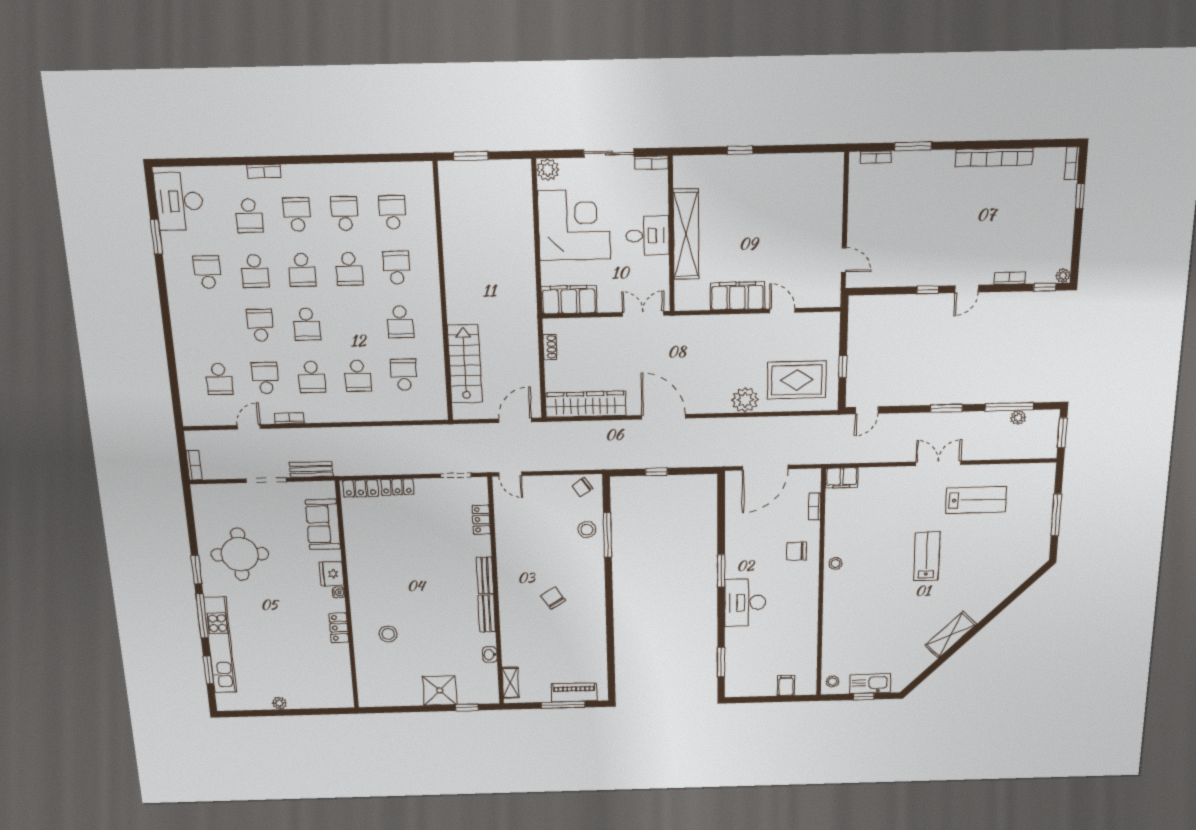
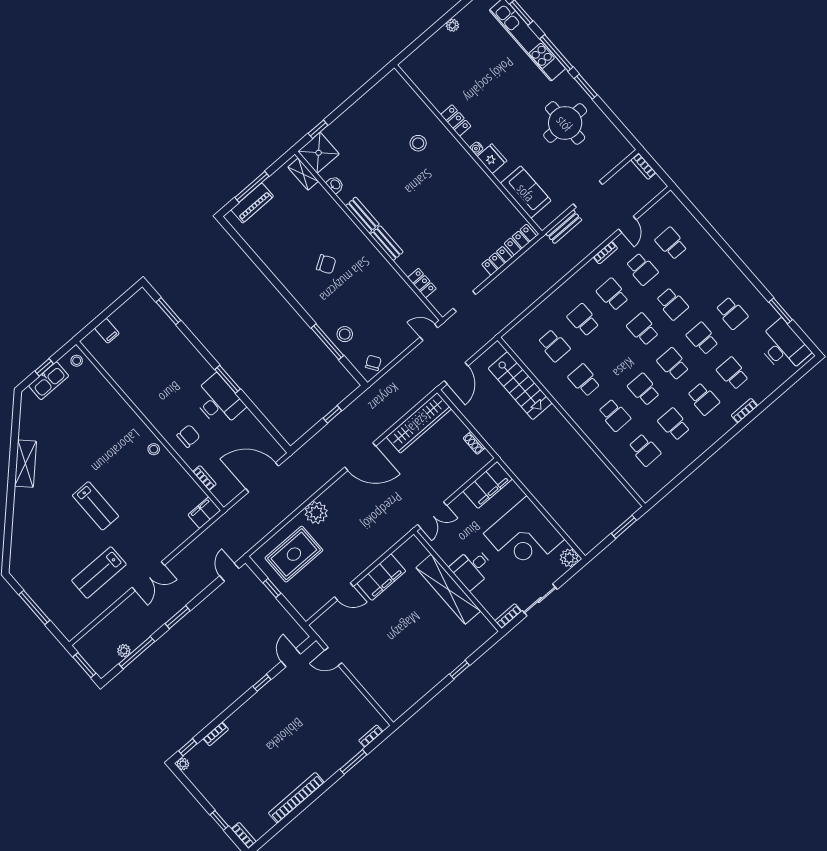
school desk: (345, 213) -> (674, 424), turned 180
door: (967, 289) -> (291, 658), moved
door: (765, 468) -> (262, 477), hinge flipped
desk: (745, 603) -> (218, 401), moved
shower: (440, 691) -> (319, 153), moved

